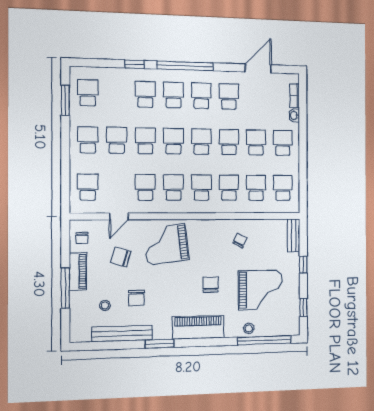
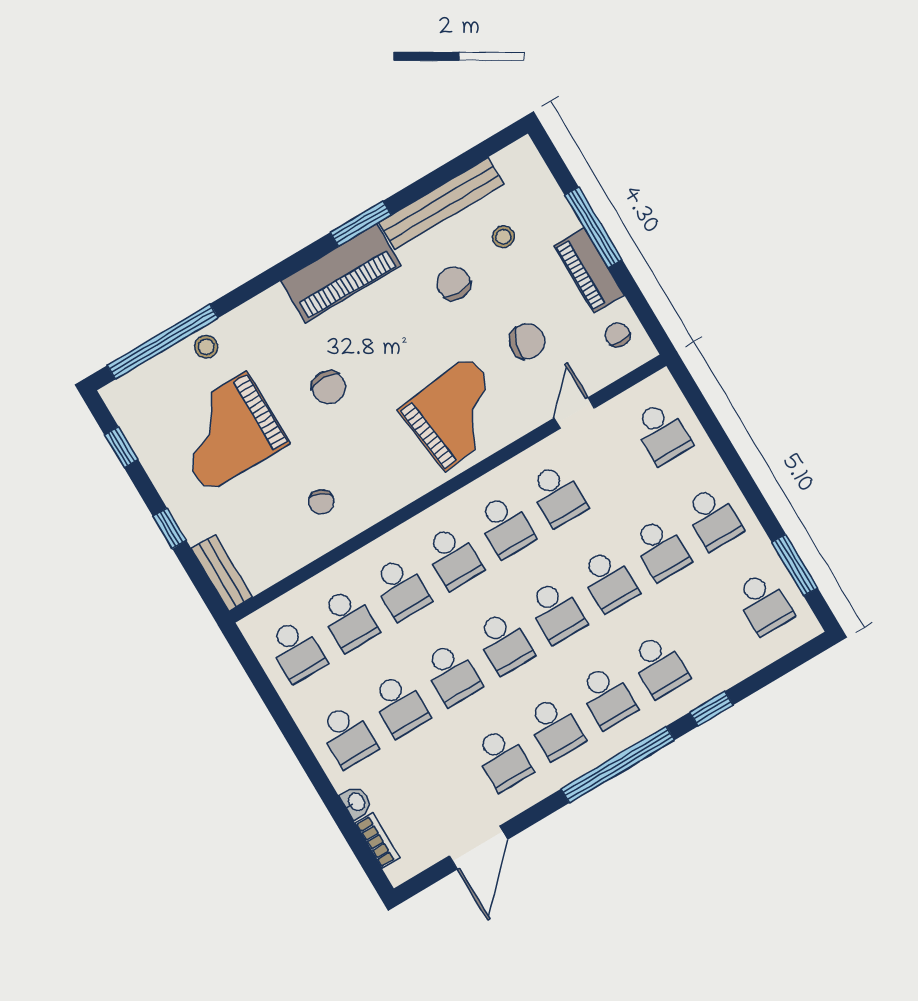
piano: (198, 327) -> (341, 273), moved

